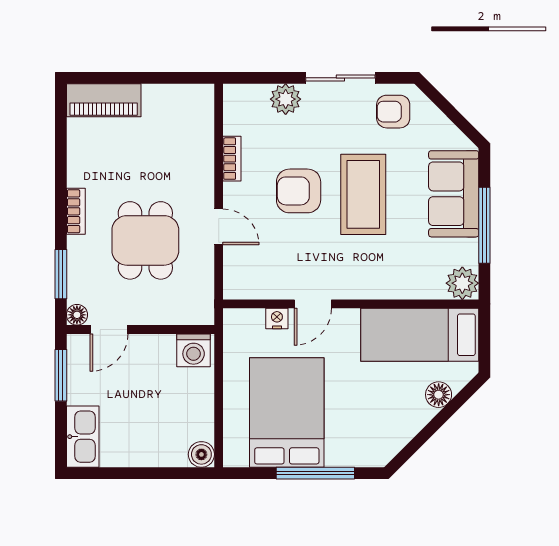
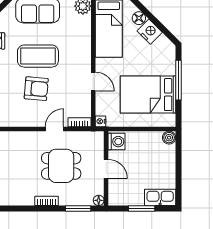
bookcase: (232, 159) -> (79, 122), moved
armchair: (299, 191) -> (36, 89), turned -85
nightstand: (277, 319) -> (101, 121), moved
door: (109, 330) -> (106, 169), moved
window: (61, 375) -> (142, 208), moved
nightstand: (412, 416) -> (150, 32), added

